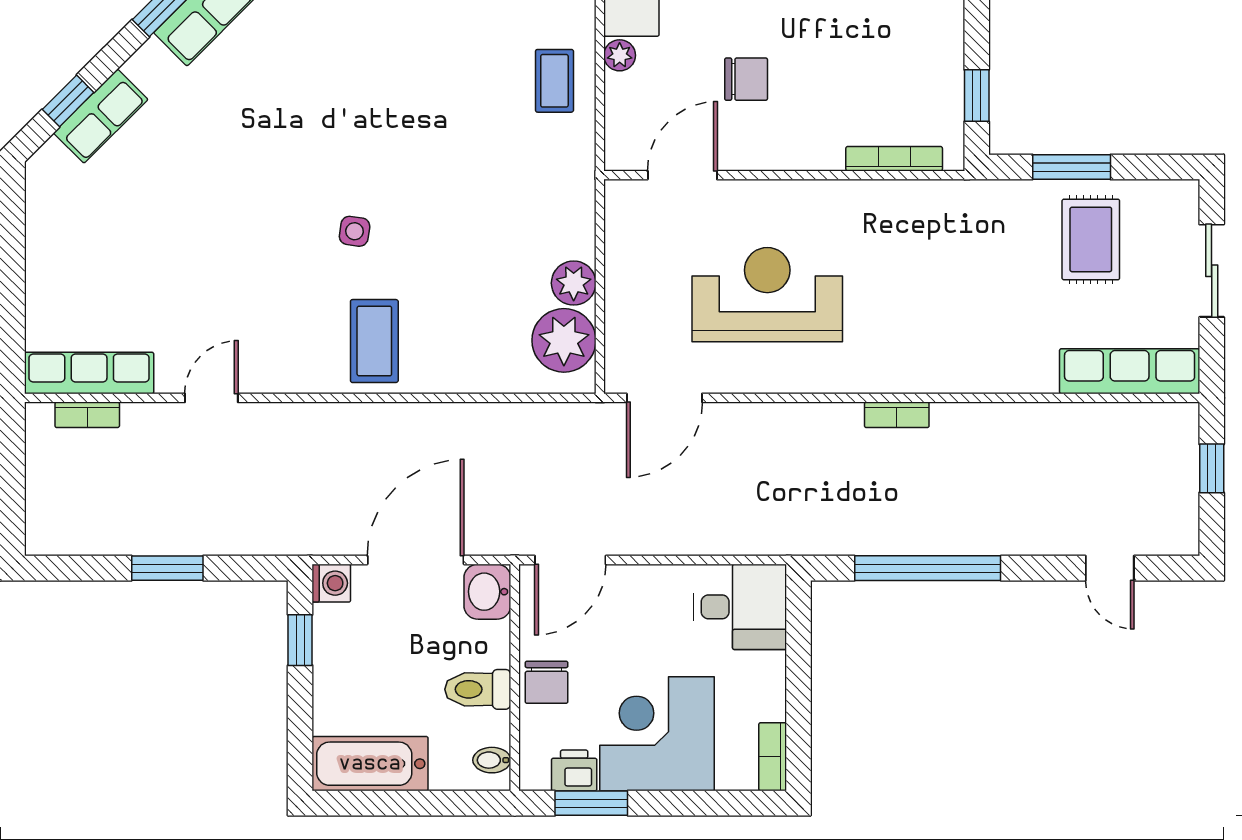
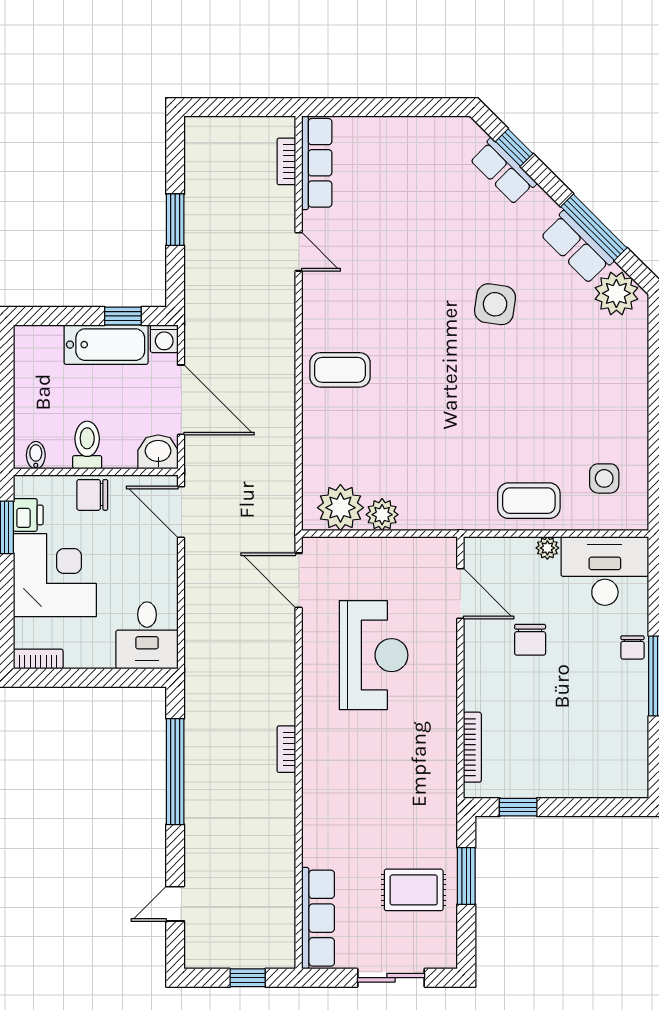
coffee table: (554, 81) -> (529, 501), width x1.36, depth x1.30
side table: (355, 231) -> (495, 304), moved, width x1.87, depth x1.87
bathtub: (370, 764) -> (106, 345), moved, turned 90

